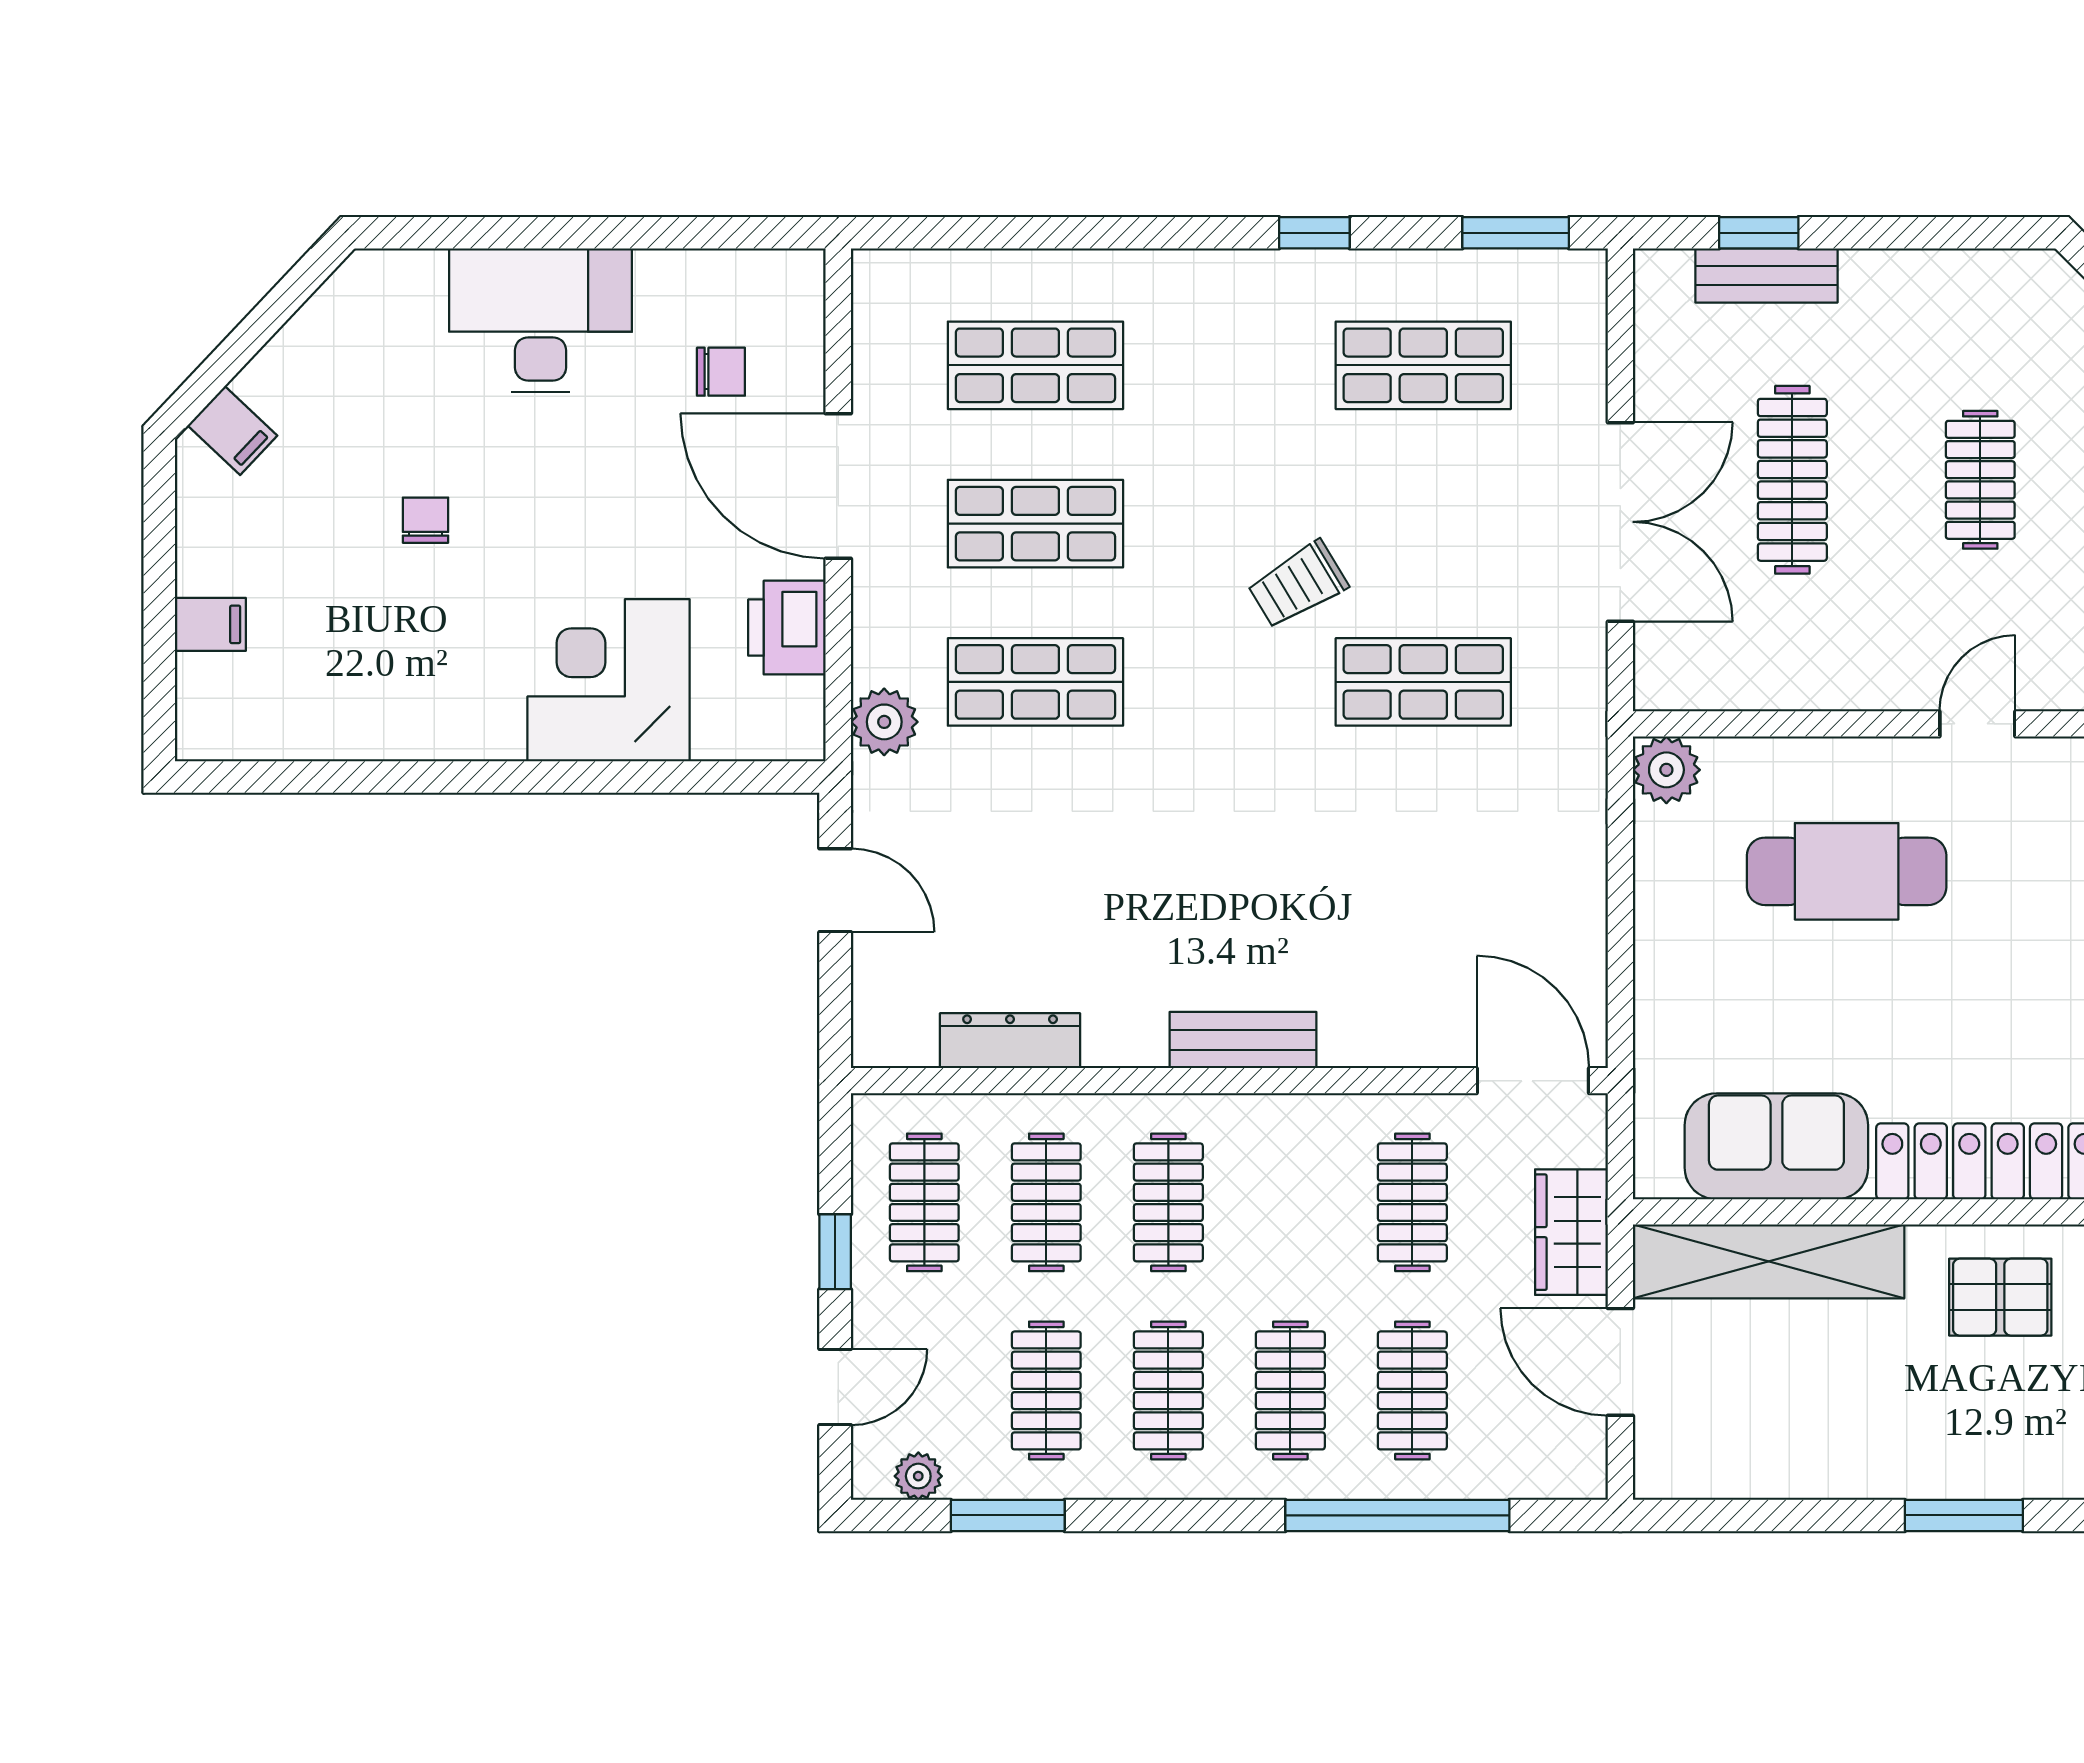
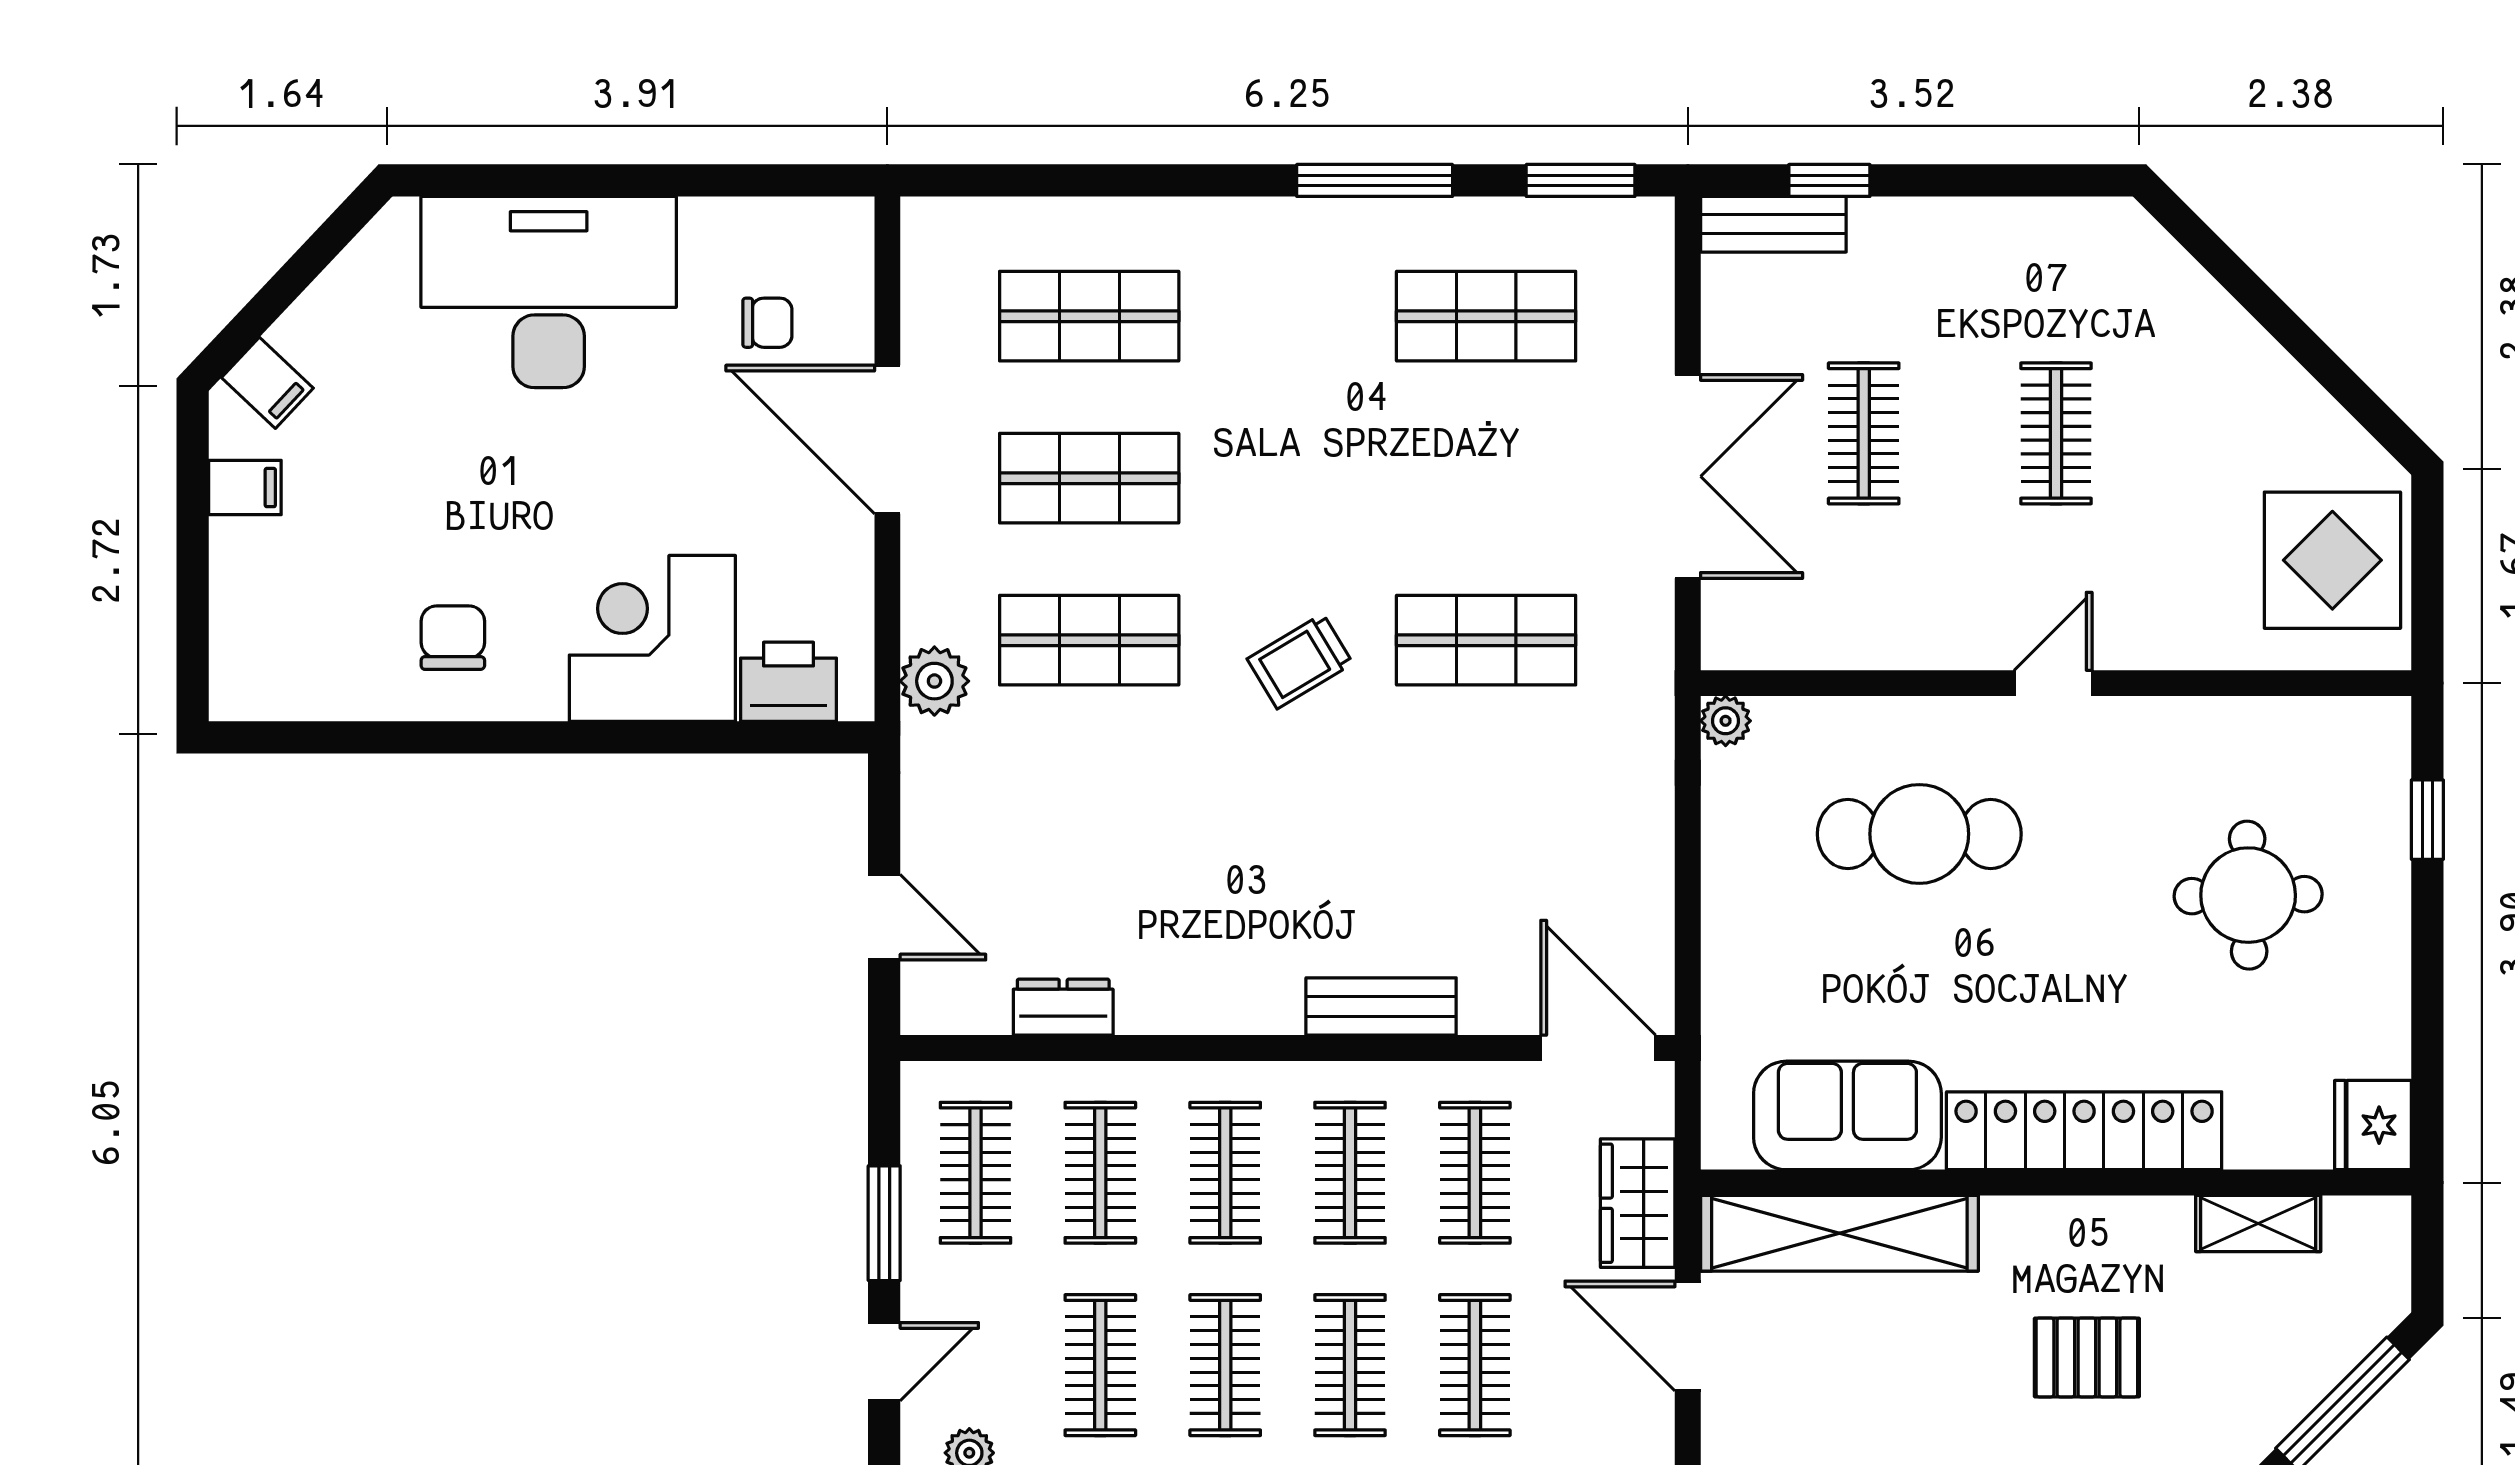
window: (1314, 233) -> (1375, 180), width x2.17
bench: (1766, 275) -> (1773, 224), moved
desk: (541, 320) -> (549, 292), width x1.36, depth x1.30
clothes rail: (1792, 480) -> (1864, 433), width x0.73
chair: (425, 520) -> (453, 638), moved, width x1.37, depth x1.37
trolley: (1298, 585) -> (1300, 661), moved
filing cabinet: (210, 624) -> (245, 488), moved
printer: (787, 628) -> (788, 682), moved, turned 90
plant: (1666, 770) -> (1726, 721), width x0.73, depth x0.73
door: (835, 890) -> (884, 917), moved
bench: (1243, 1040) -> (1381, 1007), moved
dresser: (1010, 1041) -> (1063, 1007), width x0.70
clothes rail: (1290, 1202) -> (1350, 1173), added
window: (835, 1252) -> (884, 1223), width x1.50
pallet: (2000, 1297) -> (2087, 1357), moved

